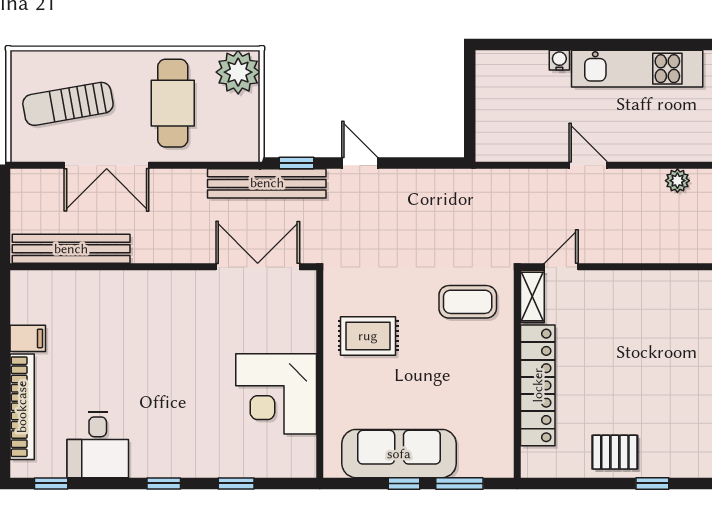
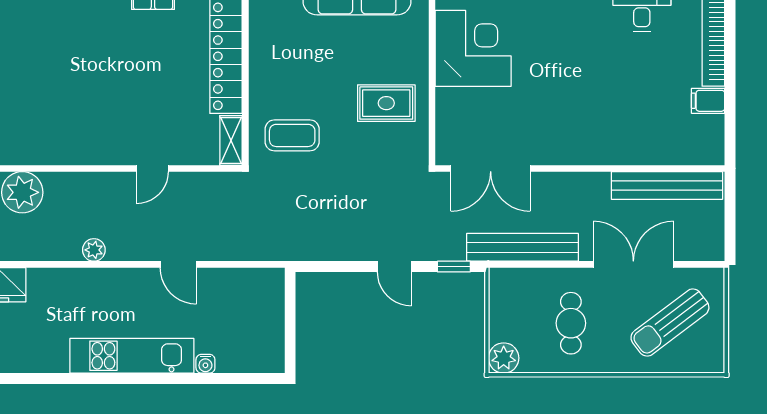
plant: (238, 72) -> (504, 358), width x0.73, depth x0.73
cafe table: (173, 103) -> (571, 323), width x0.73, depth x0.74
sun lounger: (68, 104) -> (670, 323), turned 153
bench: (267, 183) -> (522, 247), moved
door: (561, 267) -> (152, 168), moved

